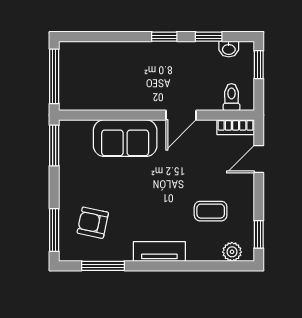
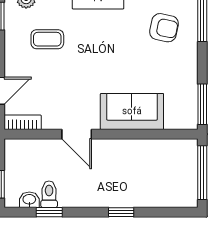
window: (164, 37) -> (121, 212), moved
toilet: (231, 97) -> (49, 194), moved, turned 180
door: (181, 115) -> (77, 134), swing flipped

